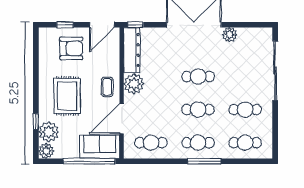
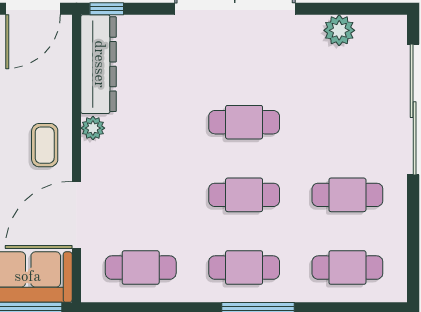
plant: (230, 35) -> (339, 30), moved
plant: (134, 84) -> (93, 128), width x0.53, depth x0.53

